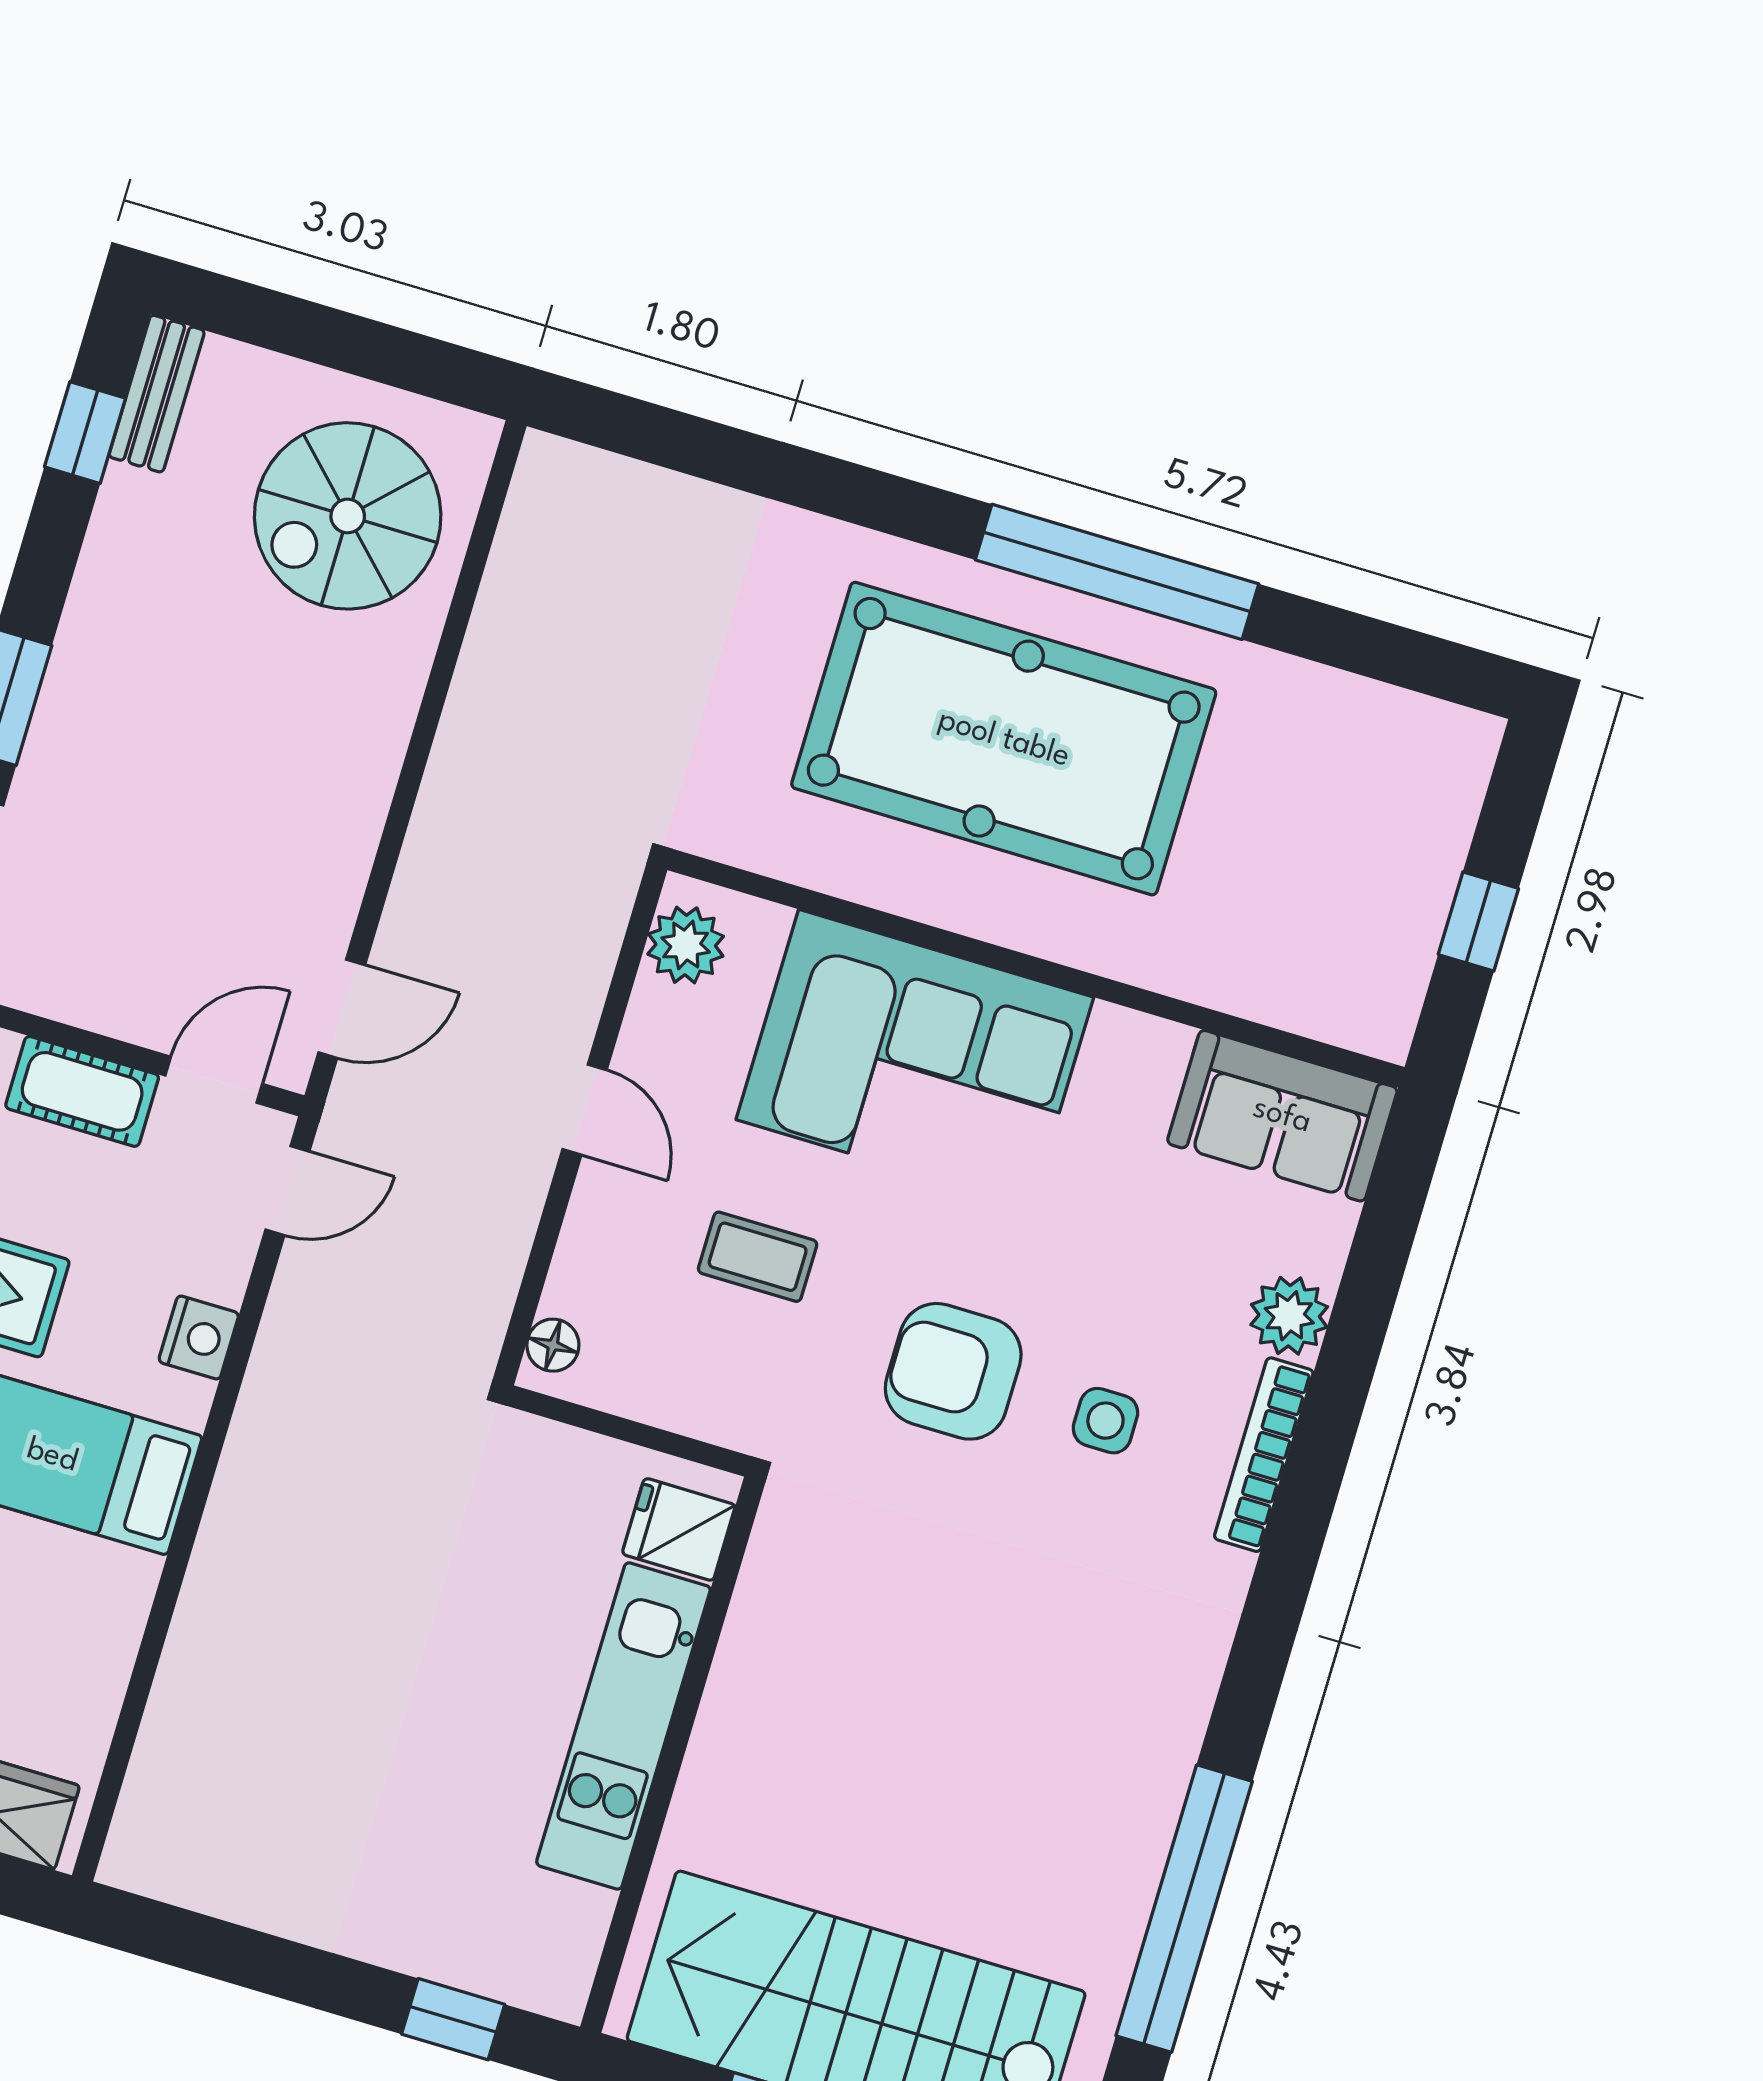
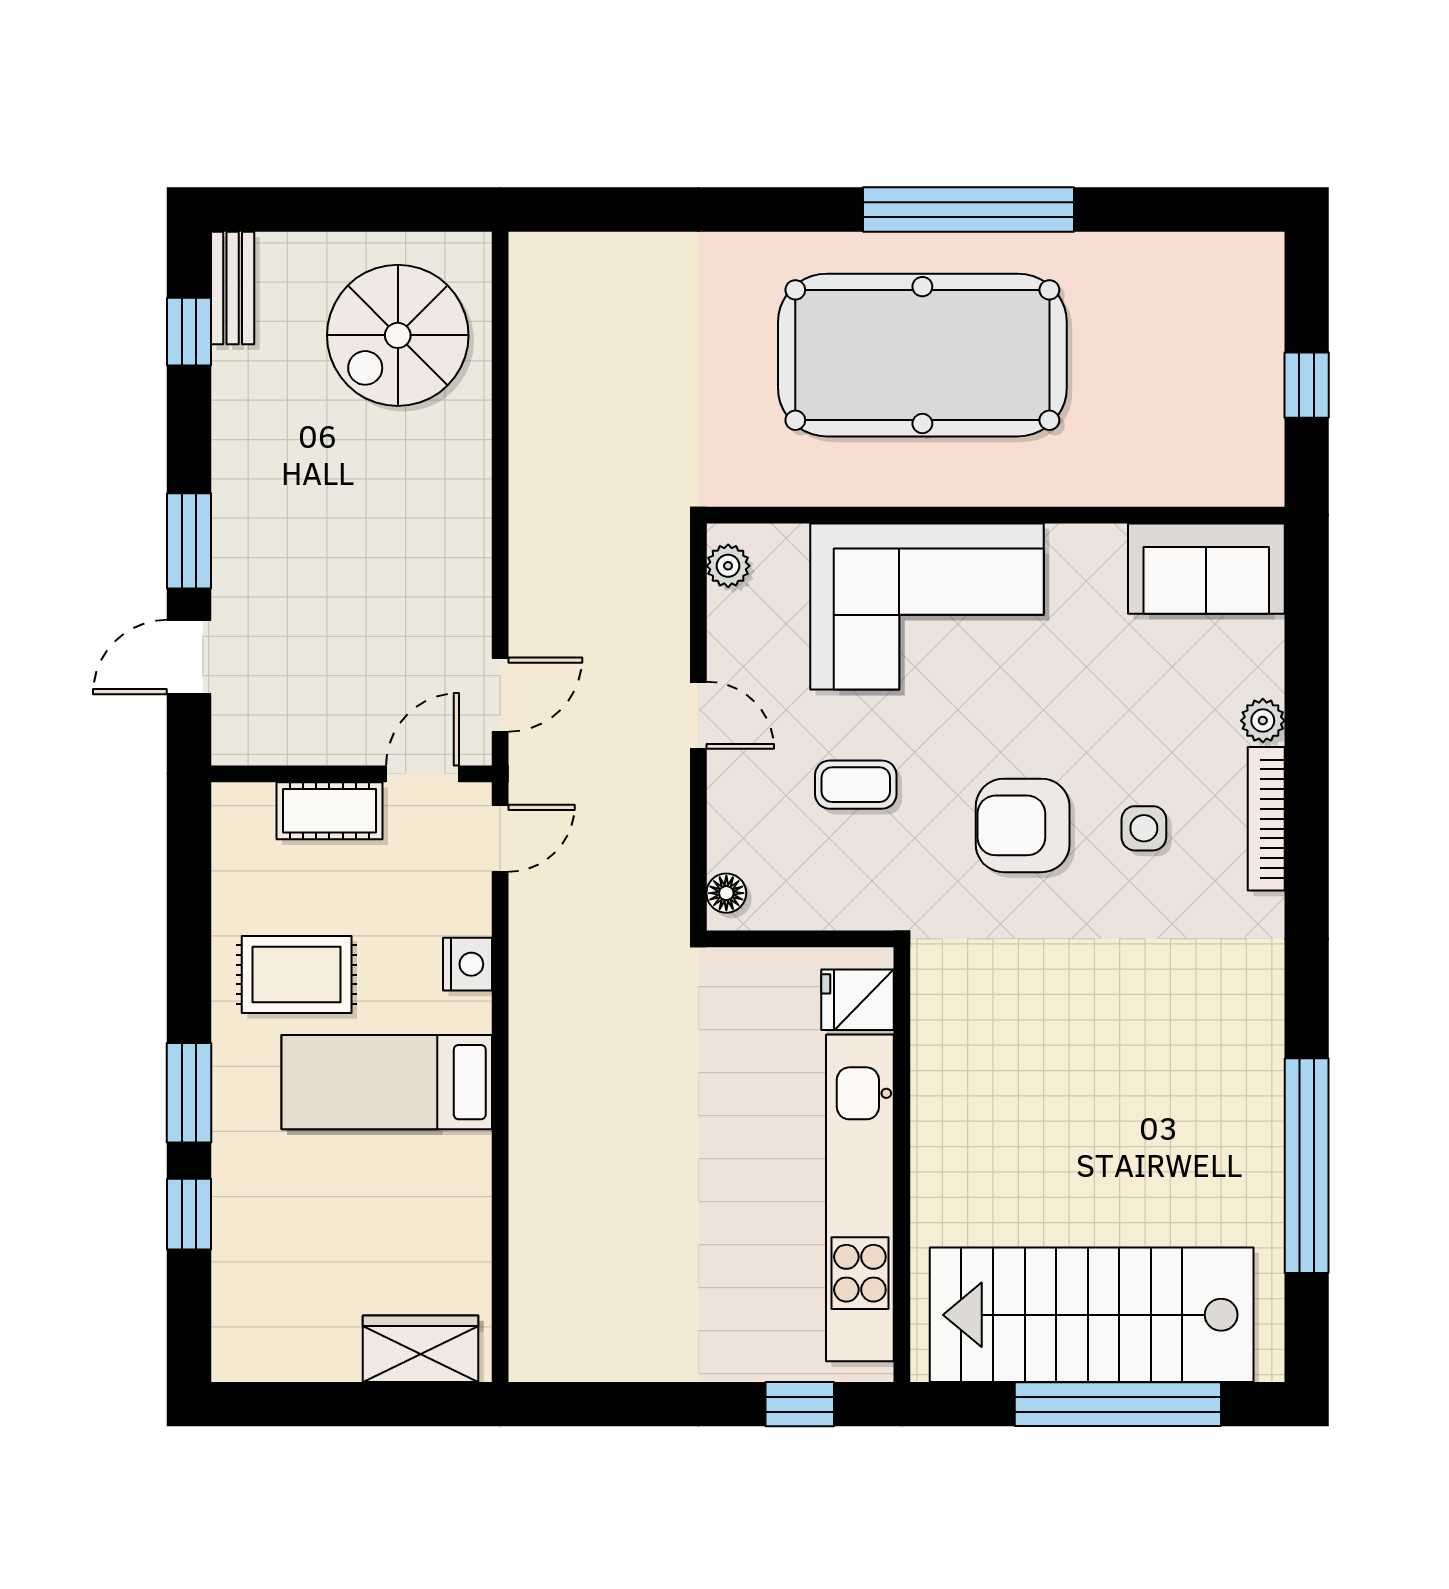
plant: (686, 945) -> (728, 566), width x0.73, depth x0.73
plant: (1289, 1316) -> (1263, 721), width x0.73, depth x0.73
kitchen unit: (623, 1726) -> (860, 1198), width x1.36

